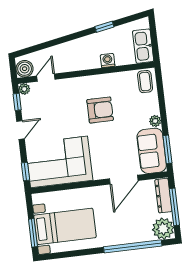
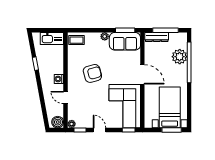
washing machine: (108, 60) -> (59, 79), moved
door: (46, 78) -> (66, 98), moved
armchair: (100, 110) -> (92, 73), turned 75
door: (124, 180) -> (142, 74), moved
plant: (163, 229) -> (180, 57), moved

